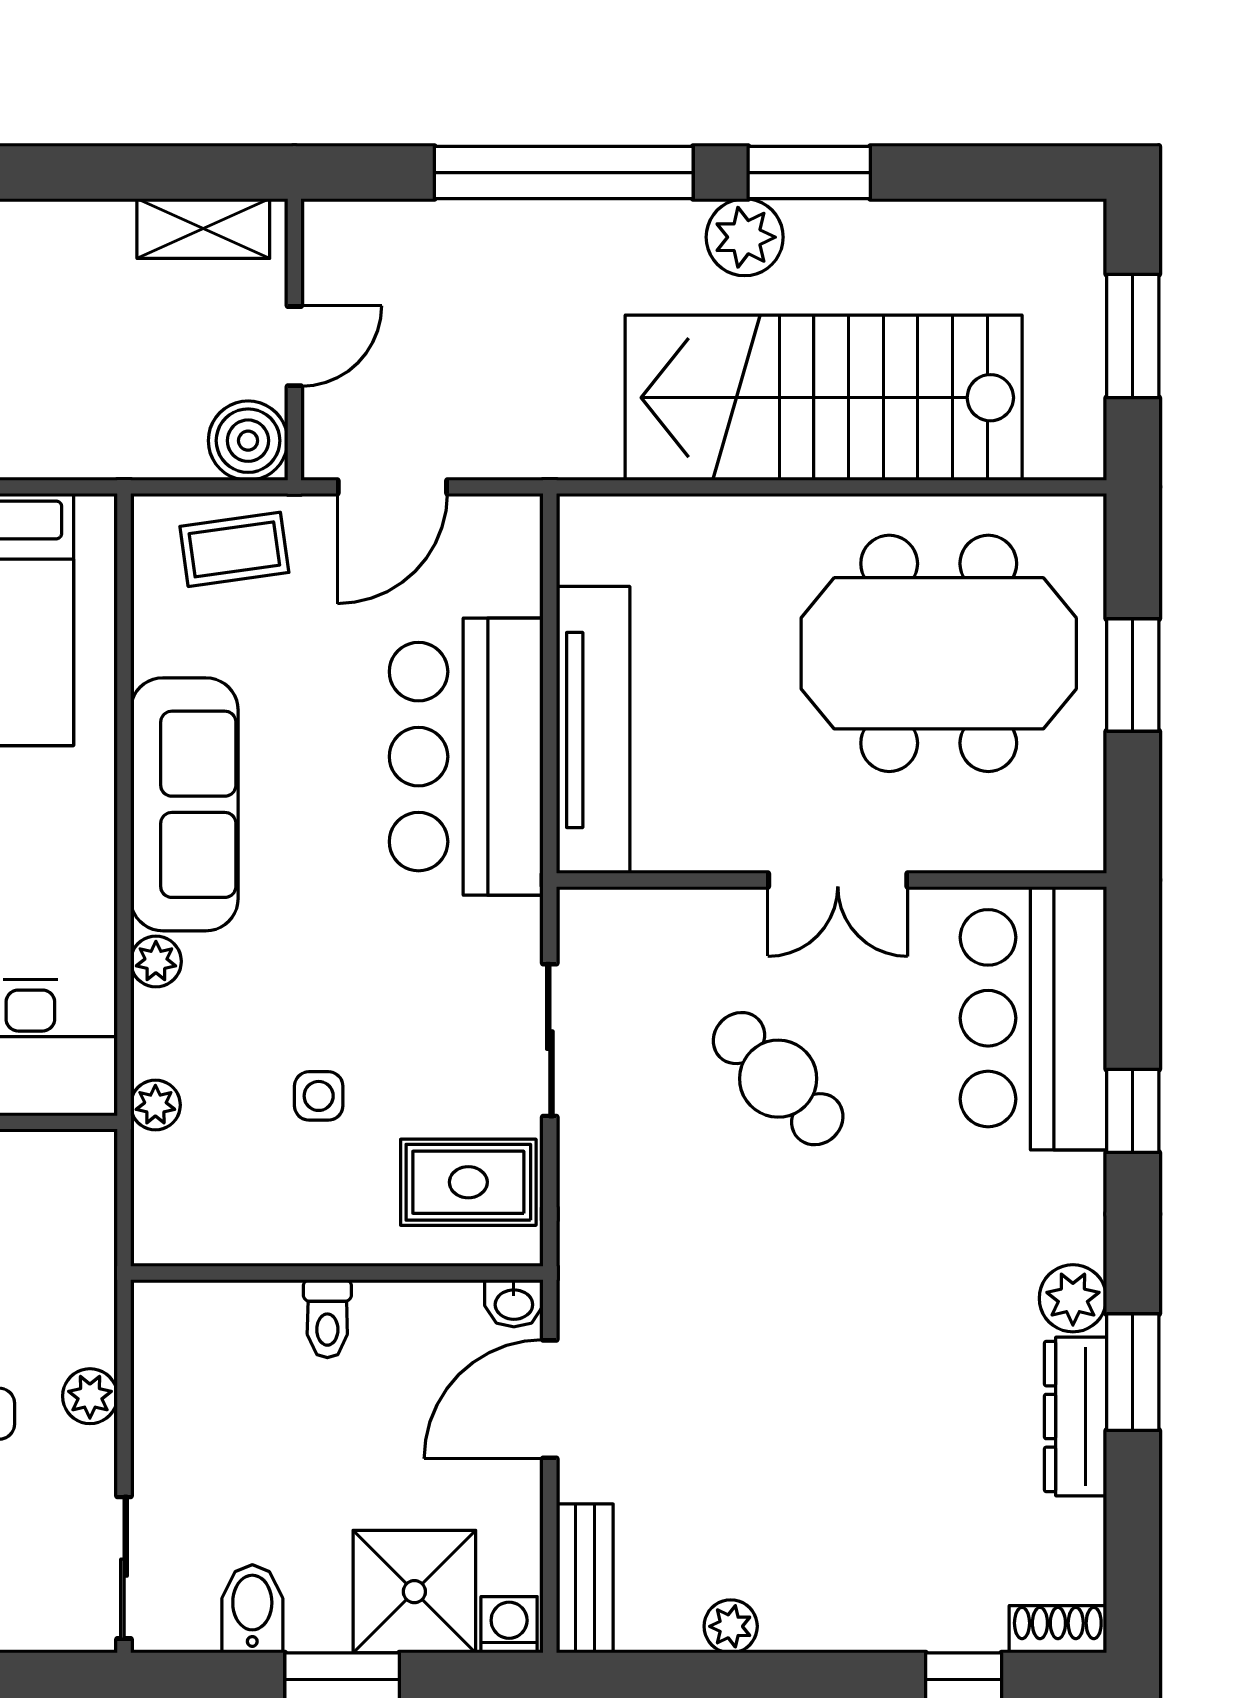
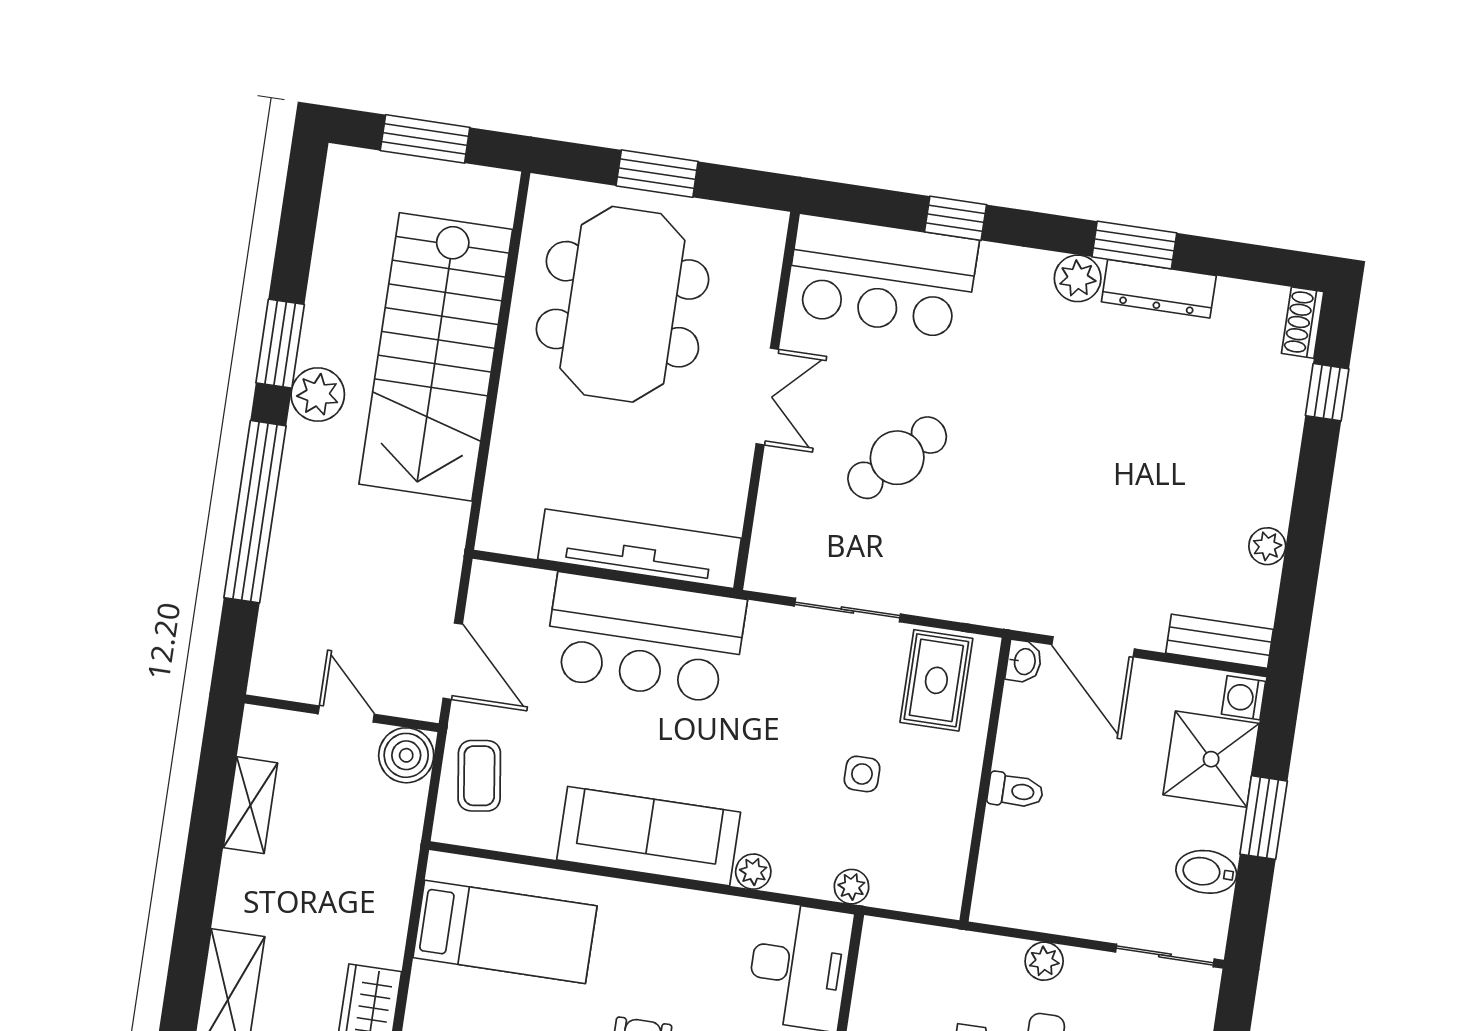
shelving: (203, 229) -> (250, 805), moved

